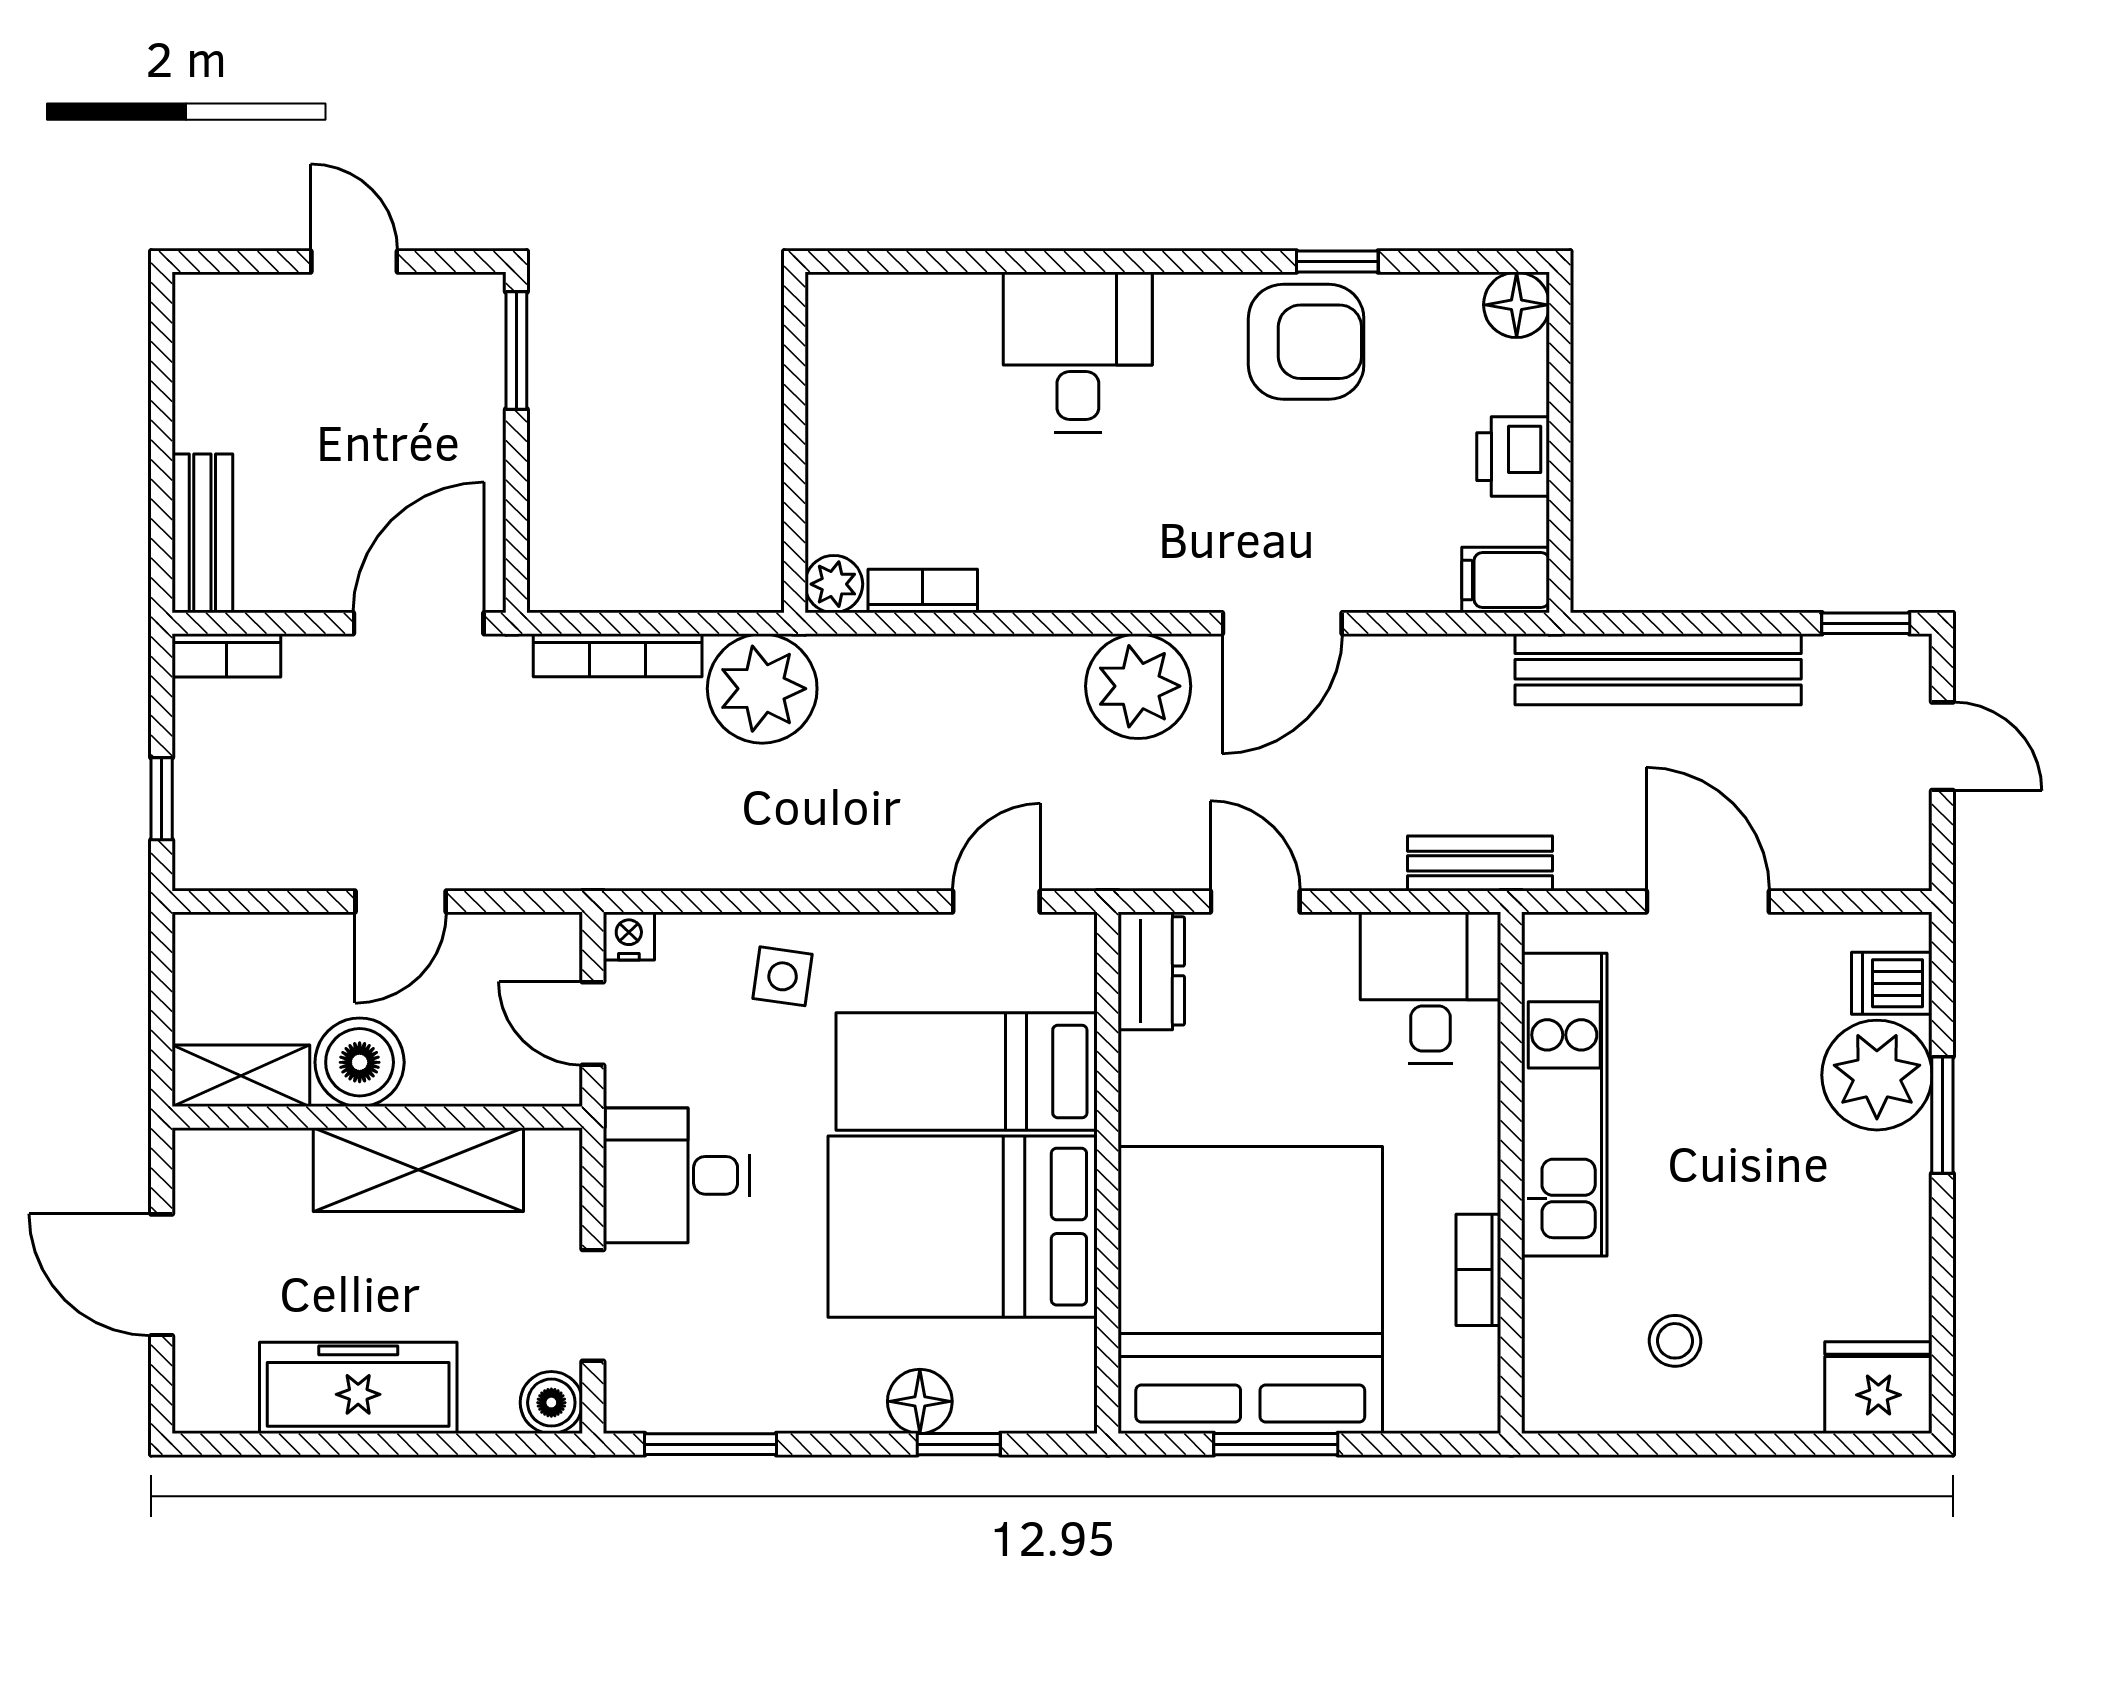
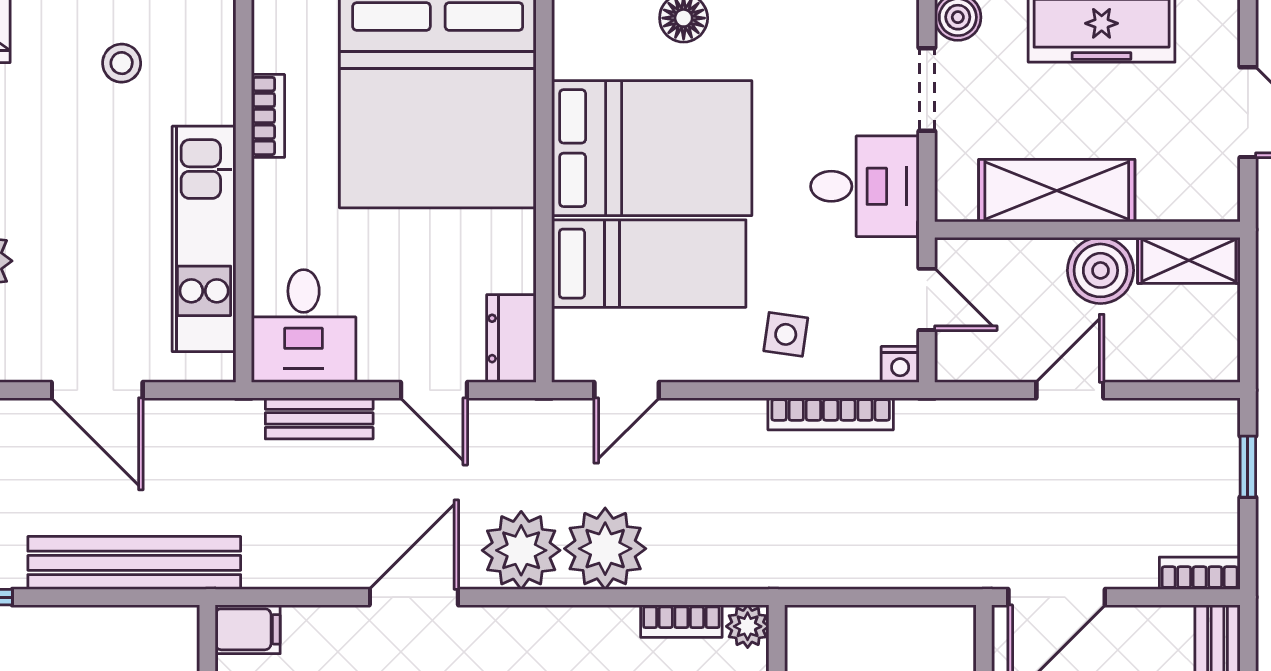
bookcase: (618, 655) -> (831, 414), moved, turned 180
plant: (762, 689) -> (605, 549), moved
bench: (1480, 863) -> (319, 418), moved

